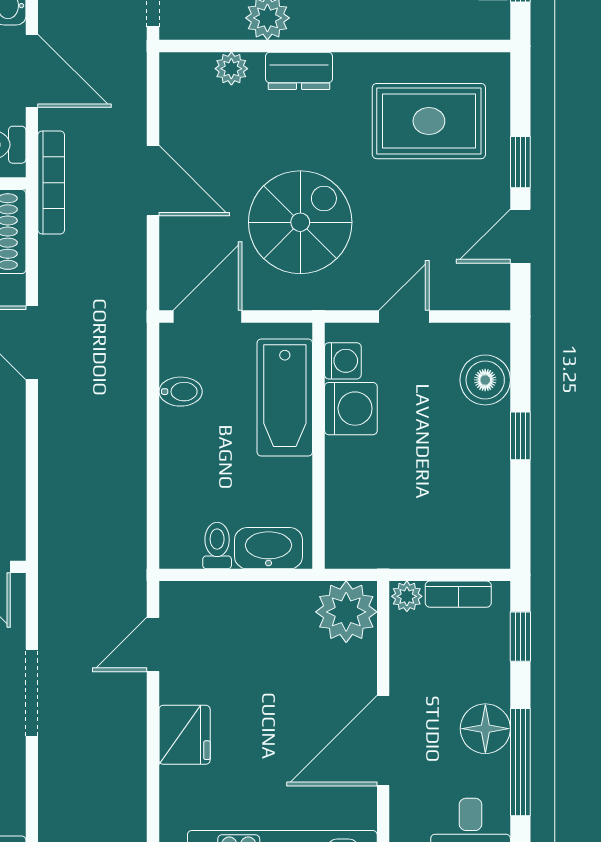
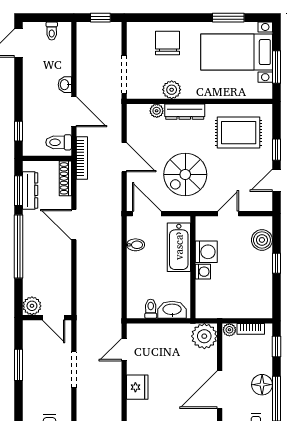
dresser: (299, 71) -> (185, 112), width x1.44
spiral stairs: (300, 222) -> (185, 175), turned 180
door: (207, 317) -> (147, 214), hinge flipped
washing machine: (343, 361) -> (203, 272), moved

